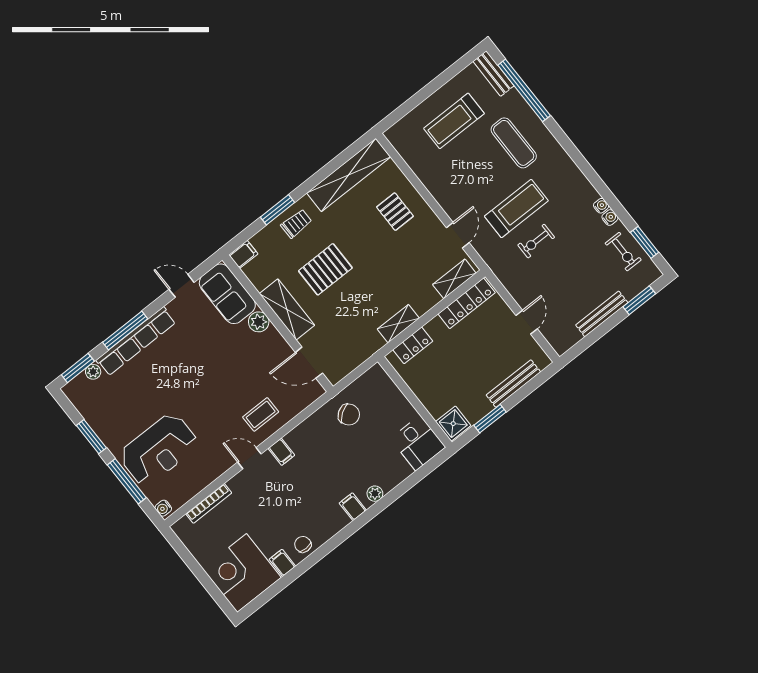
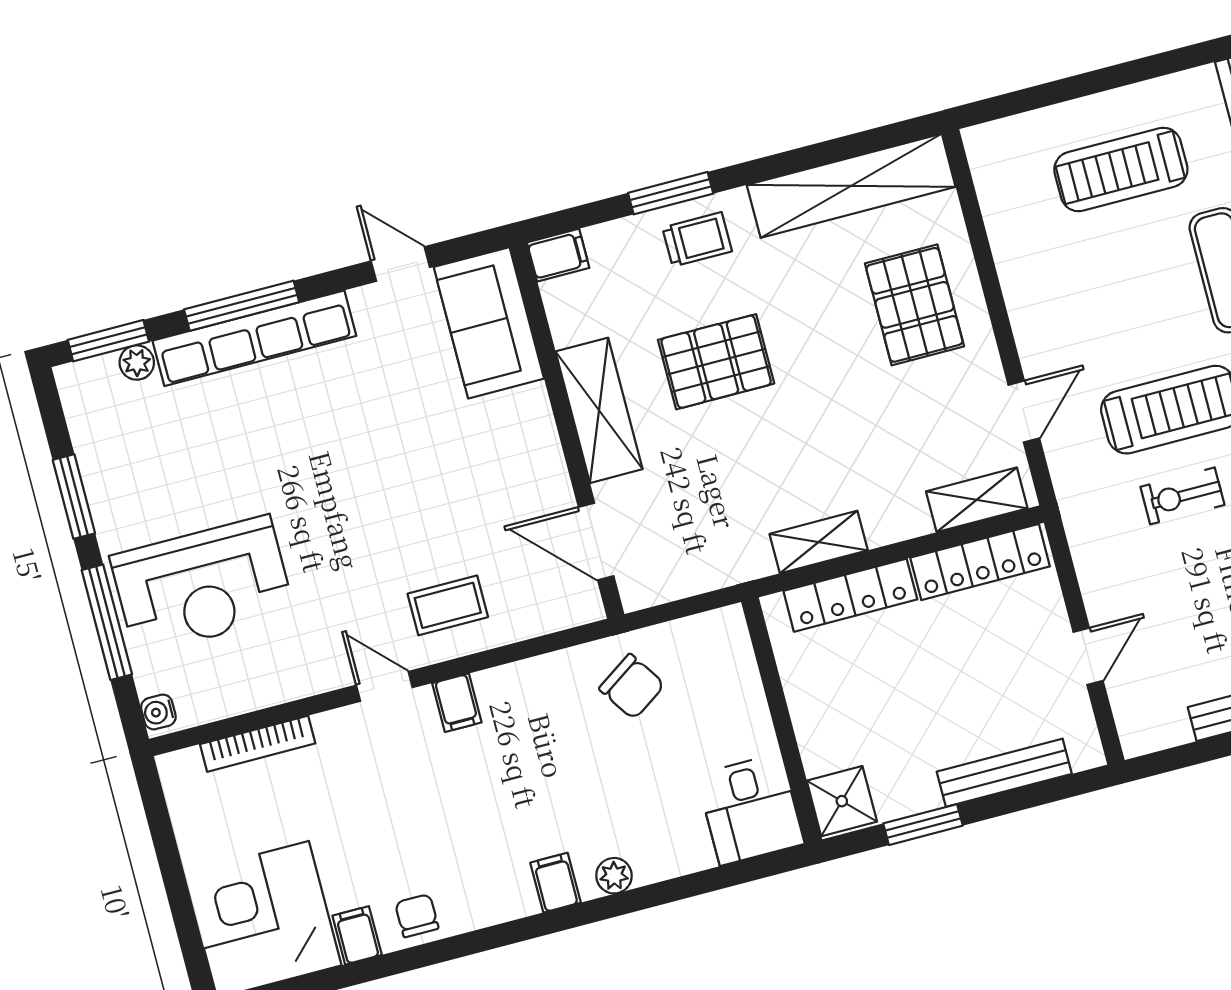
pallet: (395, 212) -> (914, 305), width x1.50, depth x1.42
plant: (259, 322) -> (529, 410), removed
locker: (413, 345) -> (850, 595), width x1.53

